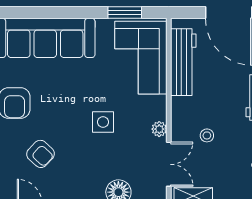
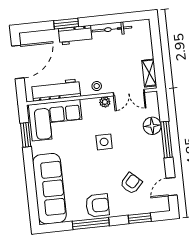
stool: (207, 135) -> (97, 86), moved
double door: (169, 164) -> (129, 93), swing flipped

